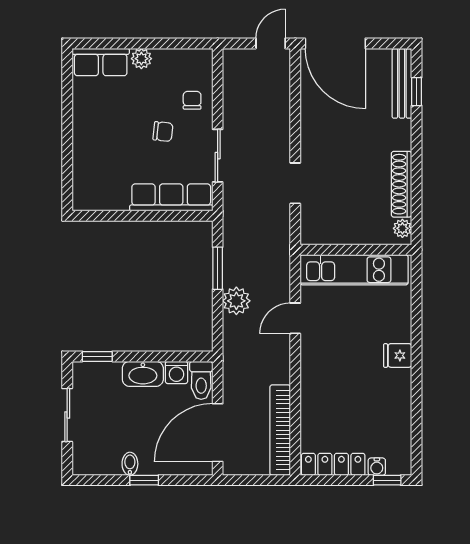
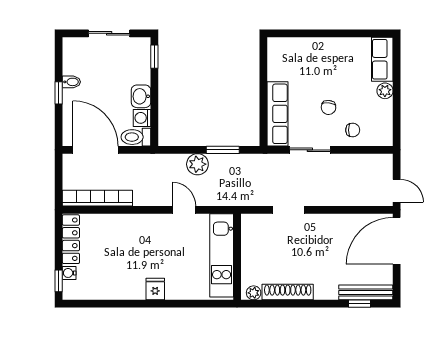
washbasin: (143, 374) -> (141, 96), width x0.72

